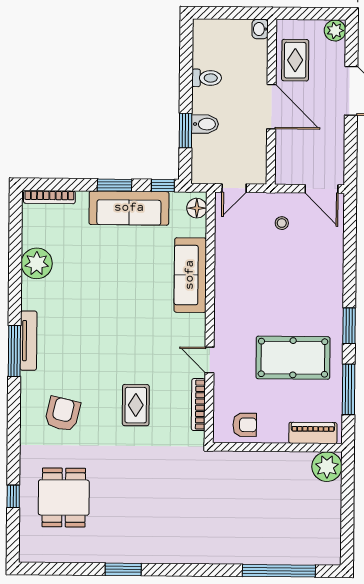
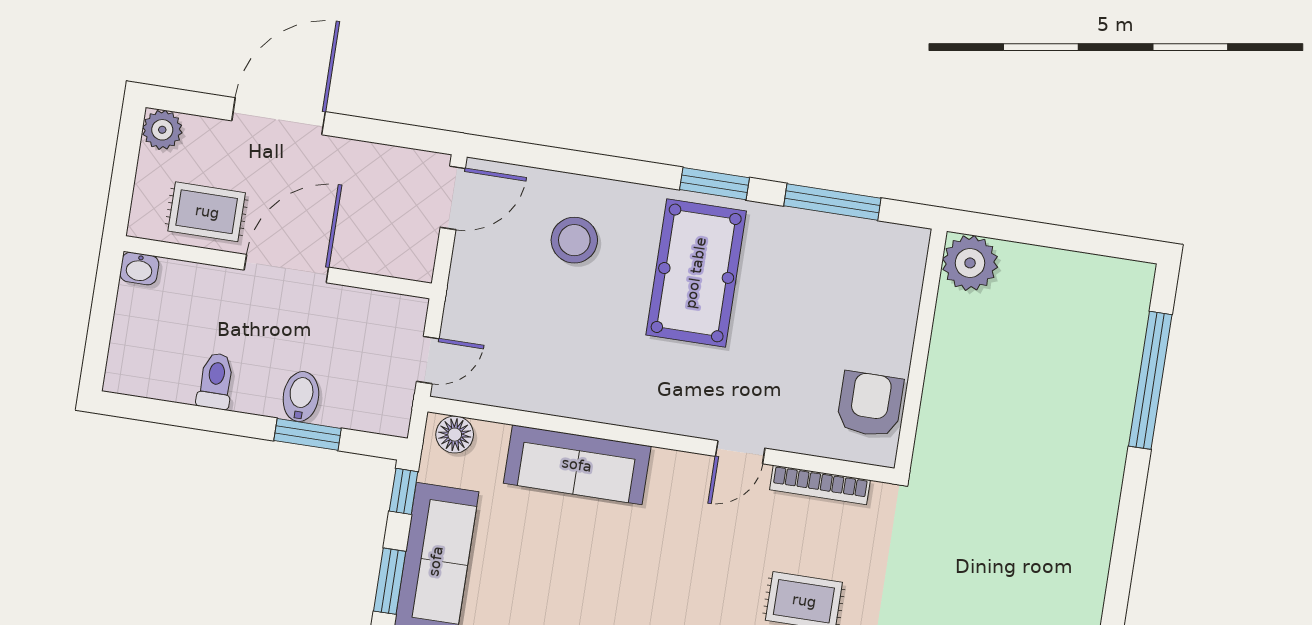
door: (234, 188) -> (428, 360), hinge flipped
stool: (282, 223) -> (574, 240), moved, width x1.89, depth x1.89
pool table: (293, 358) -> (696, 273), moved
armchair: (245, 425) -> (870, 404), width x1.38, depth x1.38
piano: (313, 433) -> (904, 280), removed

